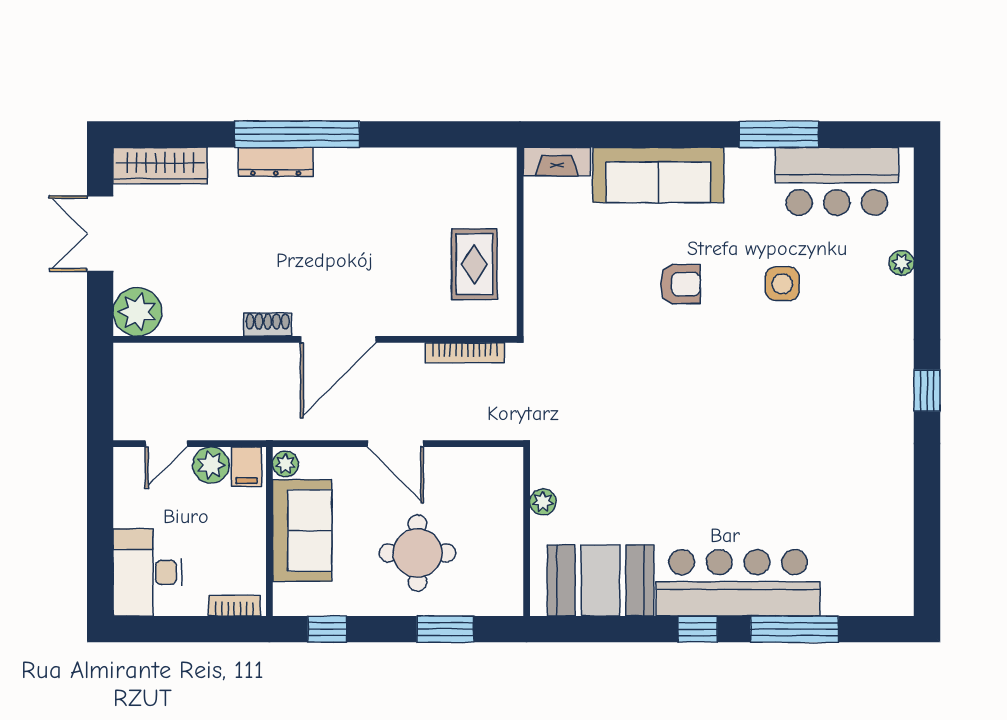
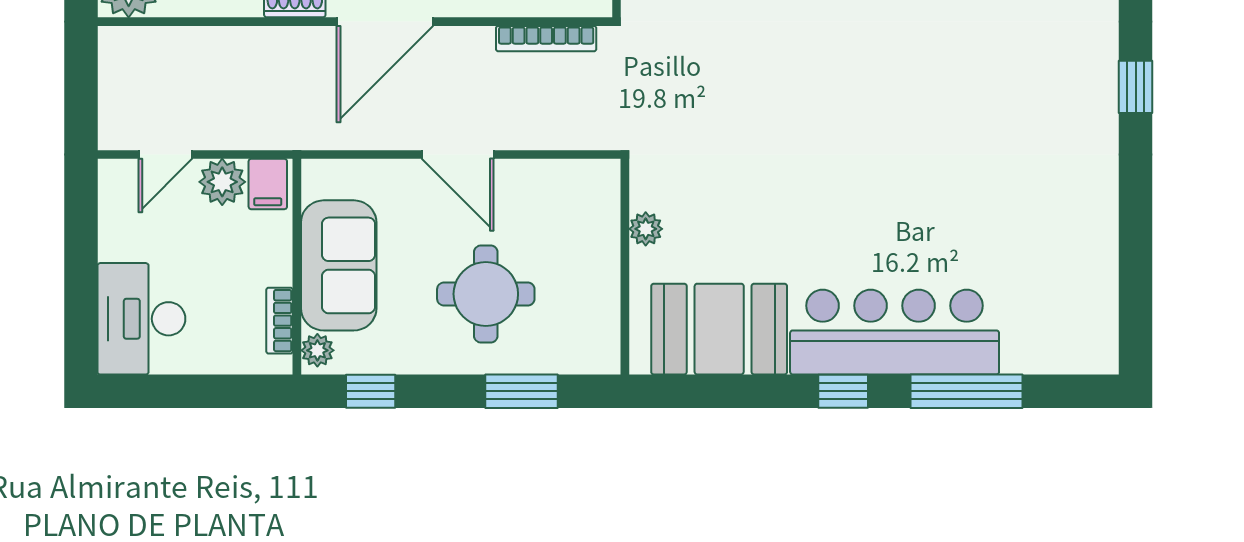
plant: (285, 464) -> (317, 350), moved
bookcase: (234, 606) -> (280, 321), moved, turned -90

